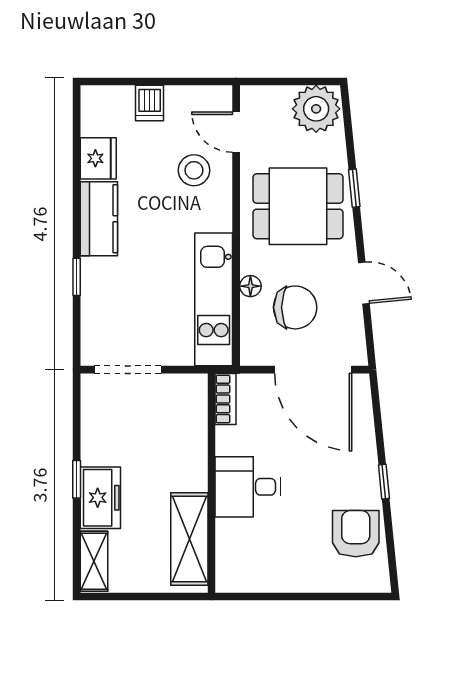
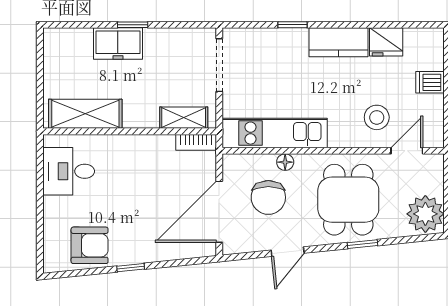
desk: (248, 487) -> (69, 171), moved, turned -90
shelving: (94, 561) -> (184, 118), moved

